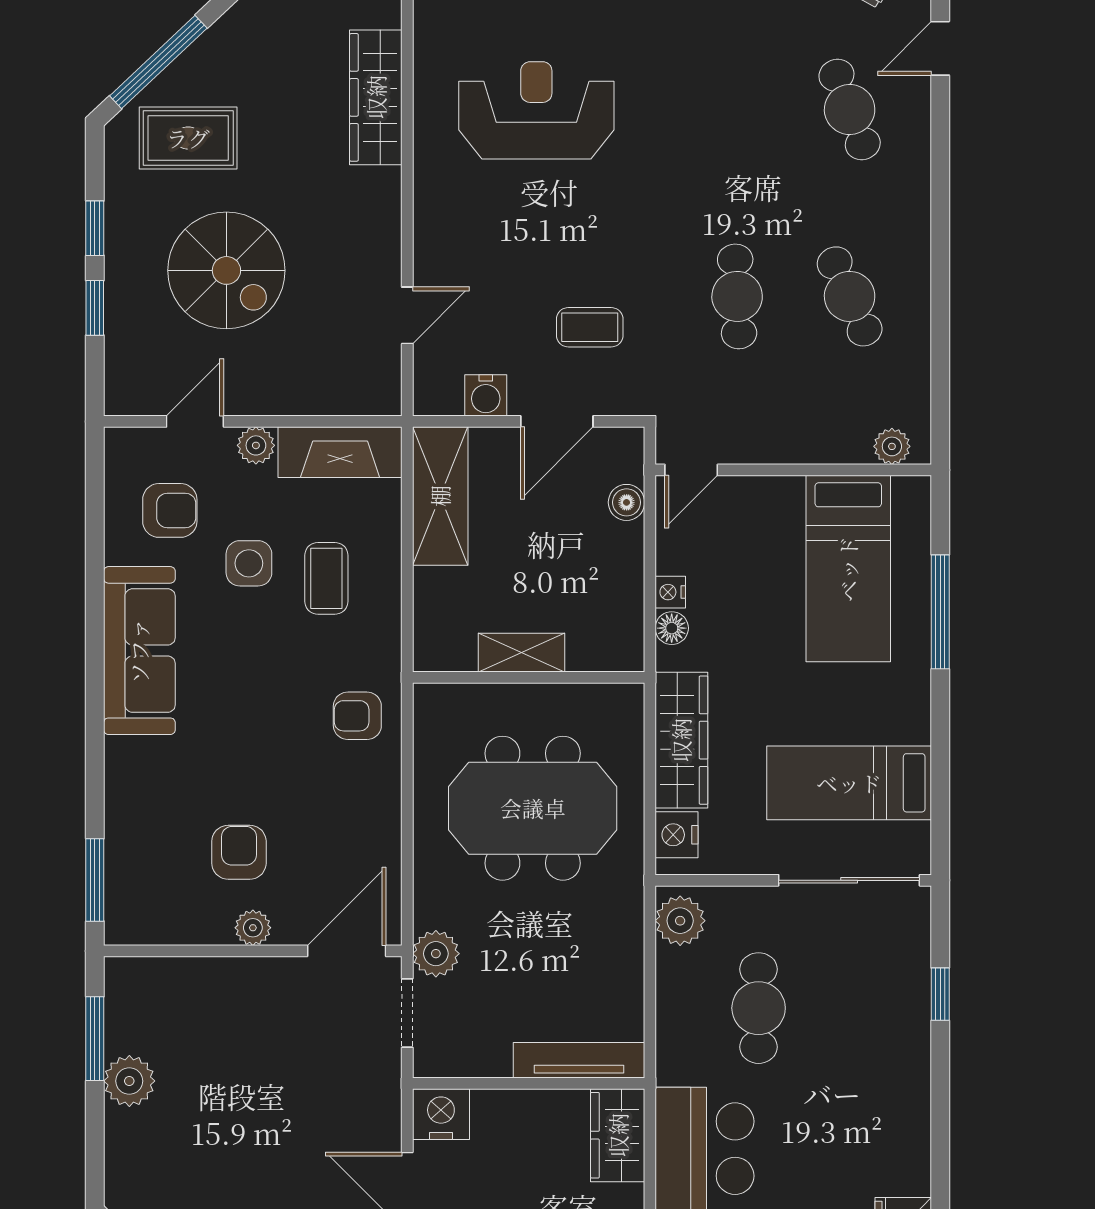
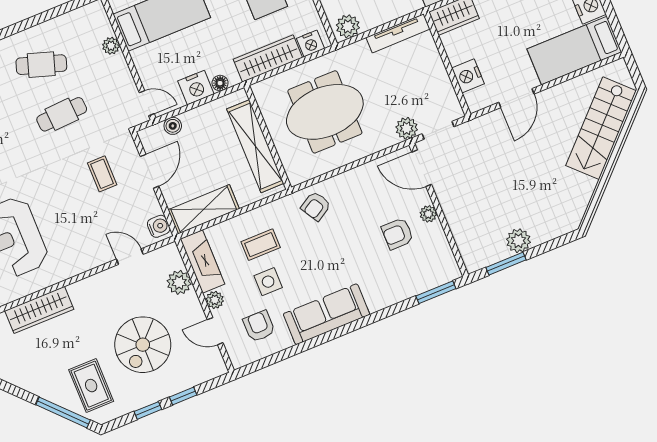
spiral stairs: (226, 270) -> (143, 345), turned 180
cafe table: (850, 296) -> (41, 65), turned 42
plant: (318, 390) -> (179, 282), added
water cooler: (486, 395) -> (159, 226), moved
door: (557, 421) -> (150, 171), hinge flipped
plant: (892, 446) -> (111, 46), moved
nightstand: (670, 592) -> (196, 88), width x1.89, depth x1.79
shelving: (521, 653) -> (255, 146), width x2.20, depth x1.33
armchair: (357, 716) -> (316, 206), turned 59
meeting table: (533, 808) -> (325, 112), turned 90
tv unit: (579, 1060) -> (398, 33), moved, turned -90
nightstand: (441, 1114) -> (468, 76), moved

